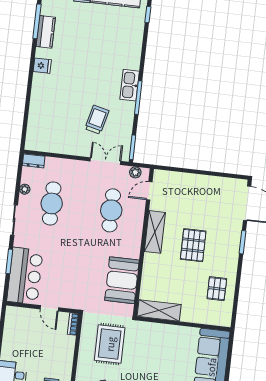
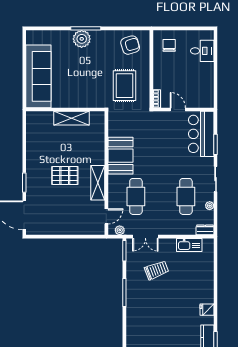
kitchen sink: (130, 85) -> (189, 245), moved, turned 90
trolley: (97, 120) -> (157, 270), turned -125
pallet: (193, 245) -> (65, 175), turned 90
booth: (122, 280) -> (120, 156), moved
pallet: (217, 289) -> (41, 142), removed
shelving: (159, 310) -> (71, 118), moved

